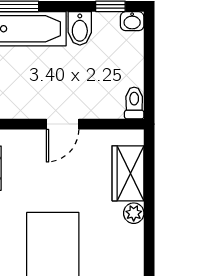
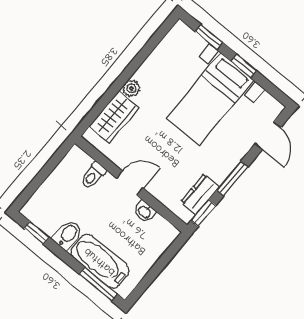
washbasin: (132, 21) -> (145, 212), moved, turned 180
toilet: (134, 103) -> (93, 175), moved

